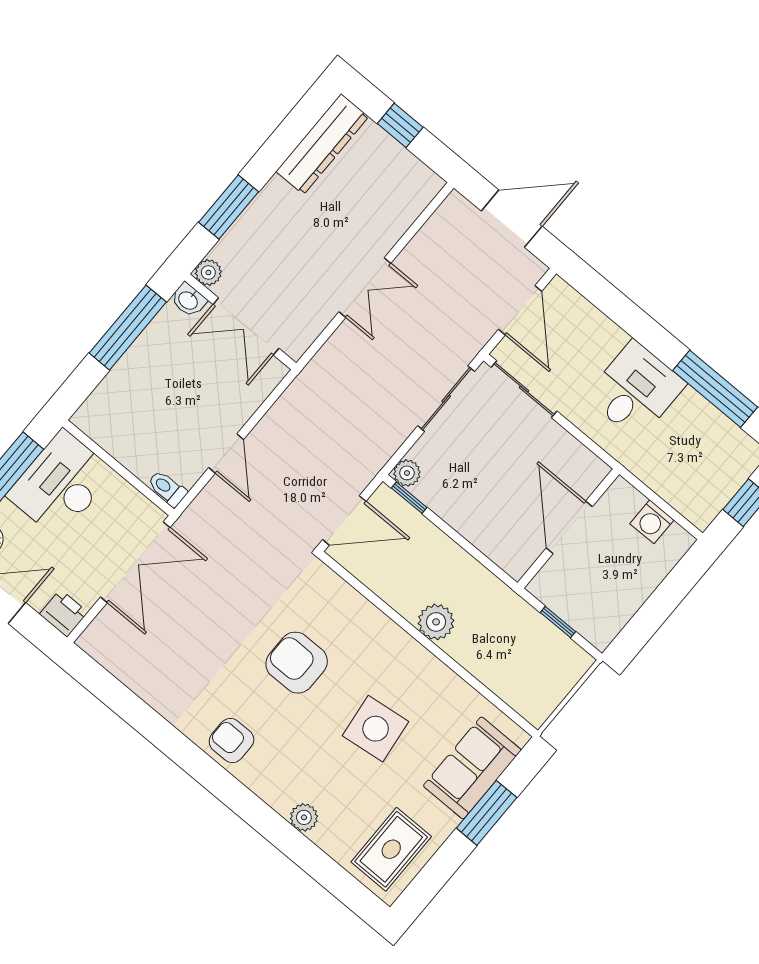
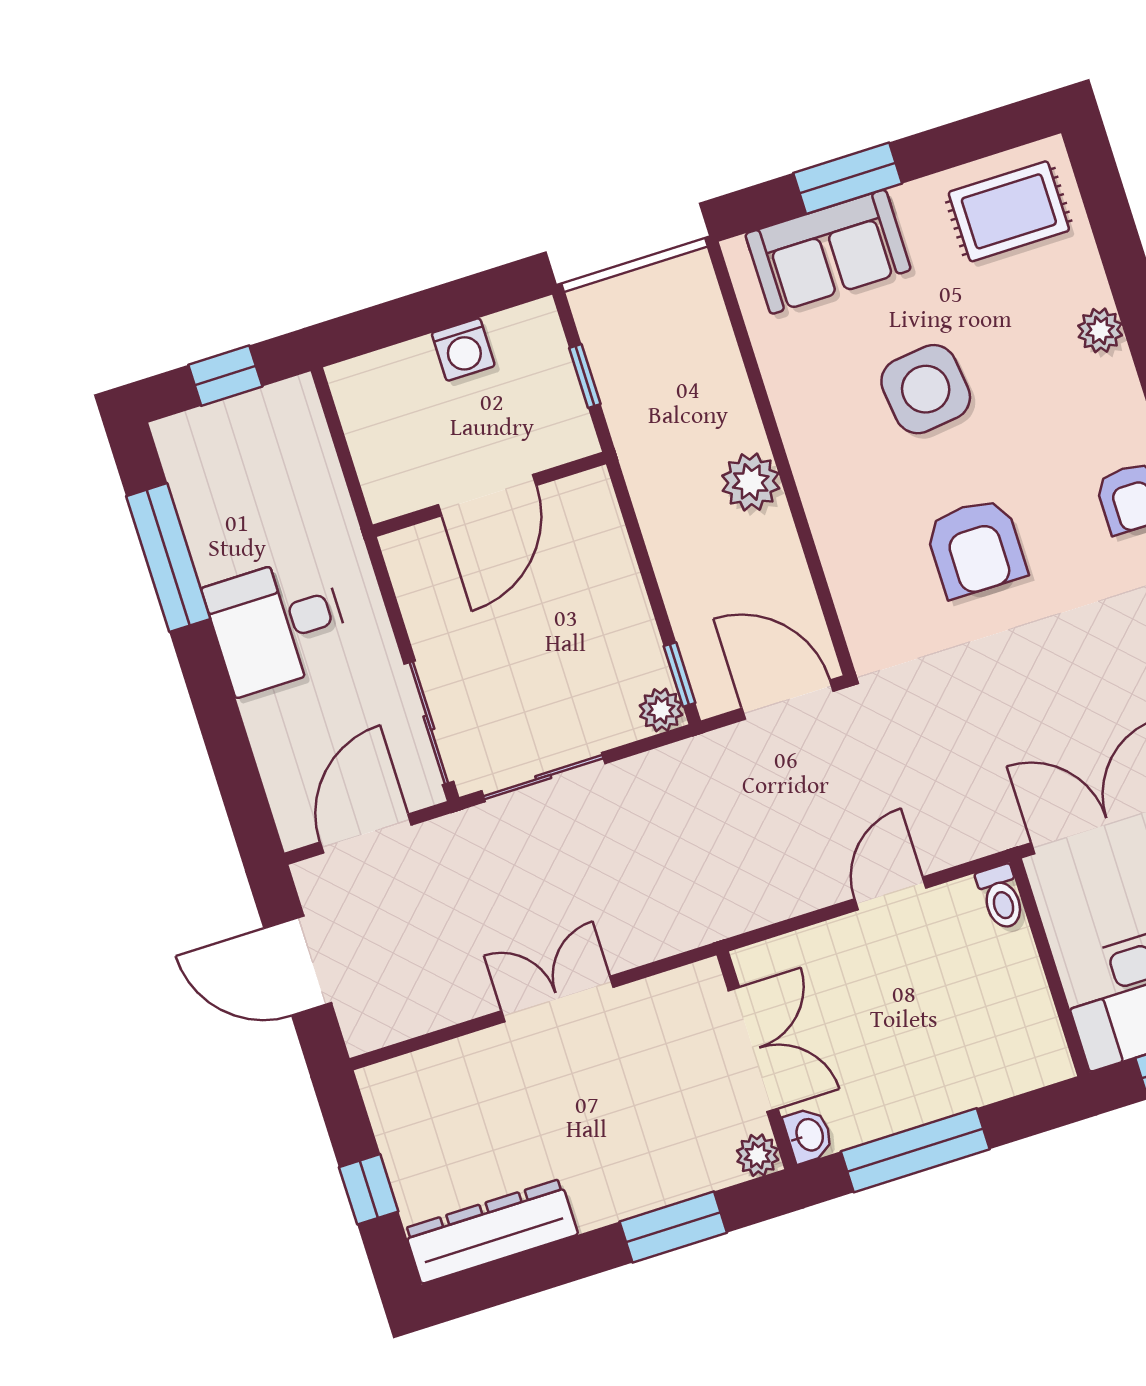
washing machine: (652, 522) -> (463, 349), moved, turned 90

